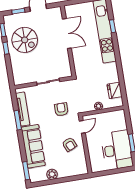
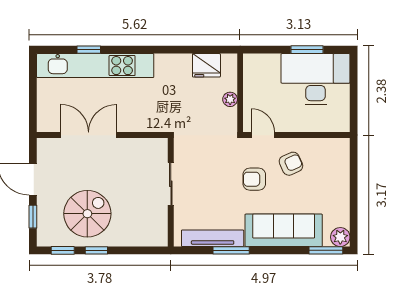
armchair: (61, 109) -> (254, 179), moved
plant: (52, 174) -> (340, 237), moved

